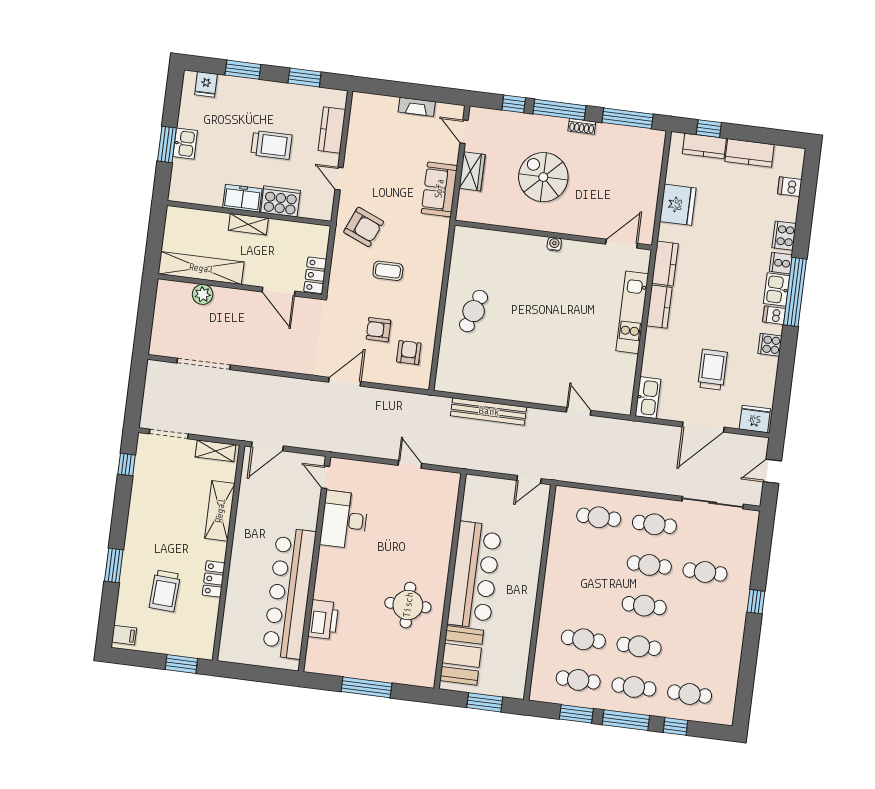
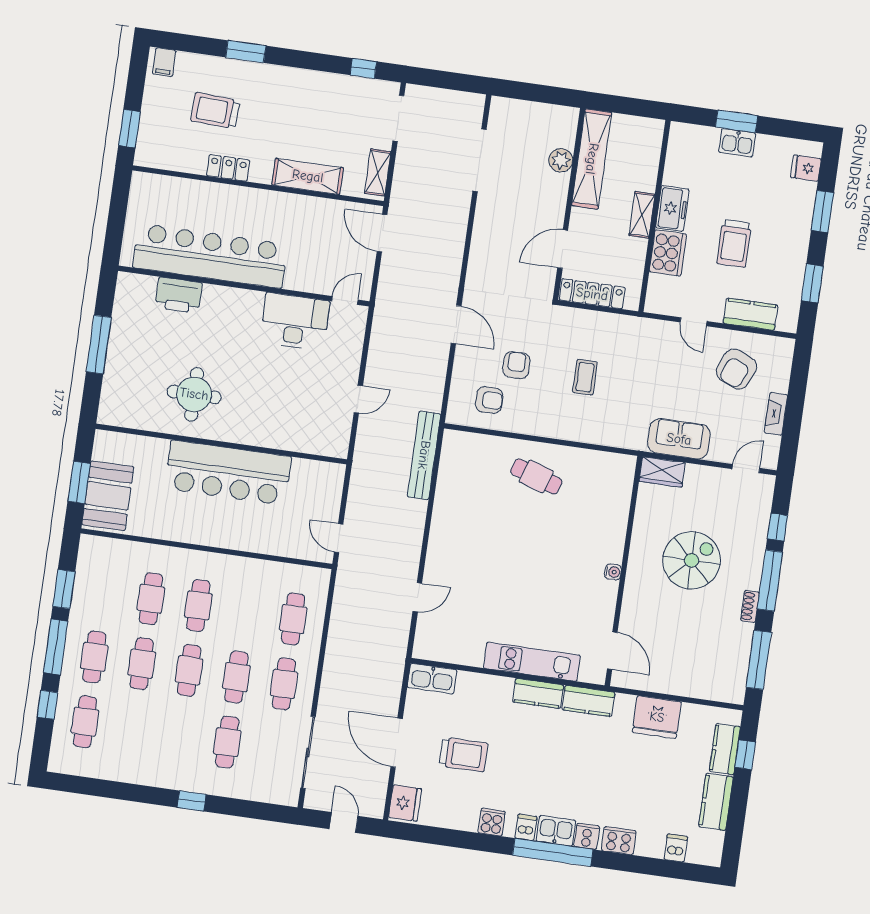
wardrobe: (472, 171) -> (662, 472), moved
door: (339, 179) -> (694, 322), swing flipped
armchair: (364, 227) -> (736, 369), moved
locker: (315, 275) -> (592, 294), width x1.53
bench: (489, 411) -> (424, 455), moved
booth: (462, 655) -> (108, 496), moved, turned 90
cafe table: (578, 680) -> (198, 605), moved

